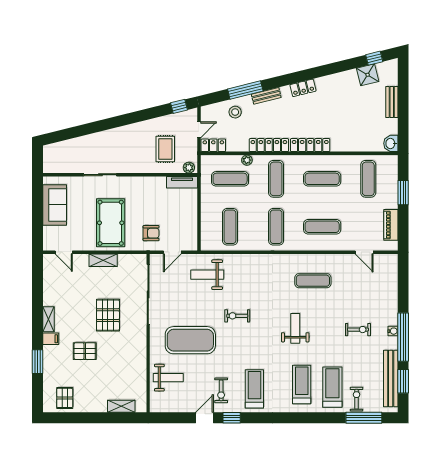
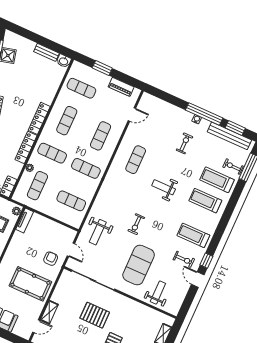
bench: (392, 102) -> (46, 52), moved
shelving: (103, 260) -> (49, 312), moved

